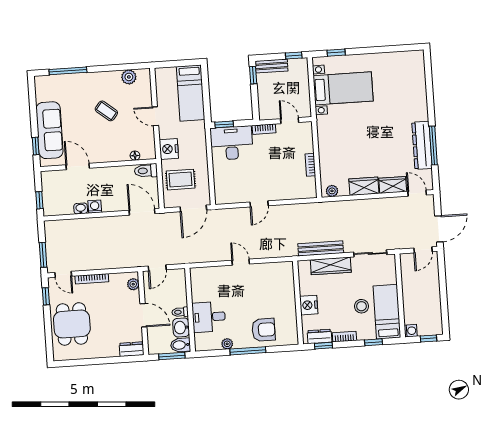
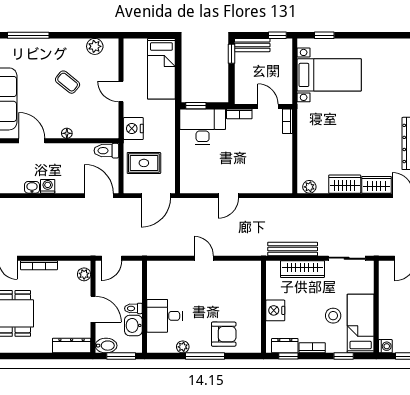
floor lamp: (135, 156) -> (67, 133), moved
bookcase: (310, 165) -> (288, 121), moved
bidet: (181, 345) -> (106, 346), moved, turned 180
dresser: (132, 349) -> (72, 346), width x1.44

